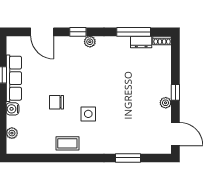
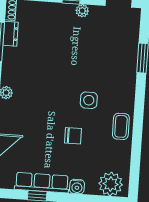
chair: (56, 102) -> (73, 136), turned -90
plant: (12, 133) -> (111, 184), width x1.88, depth x1.88

